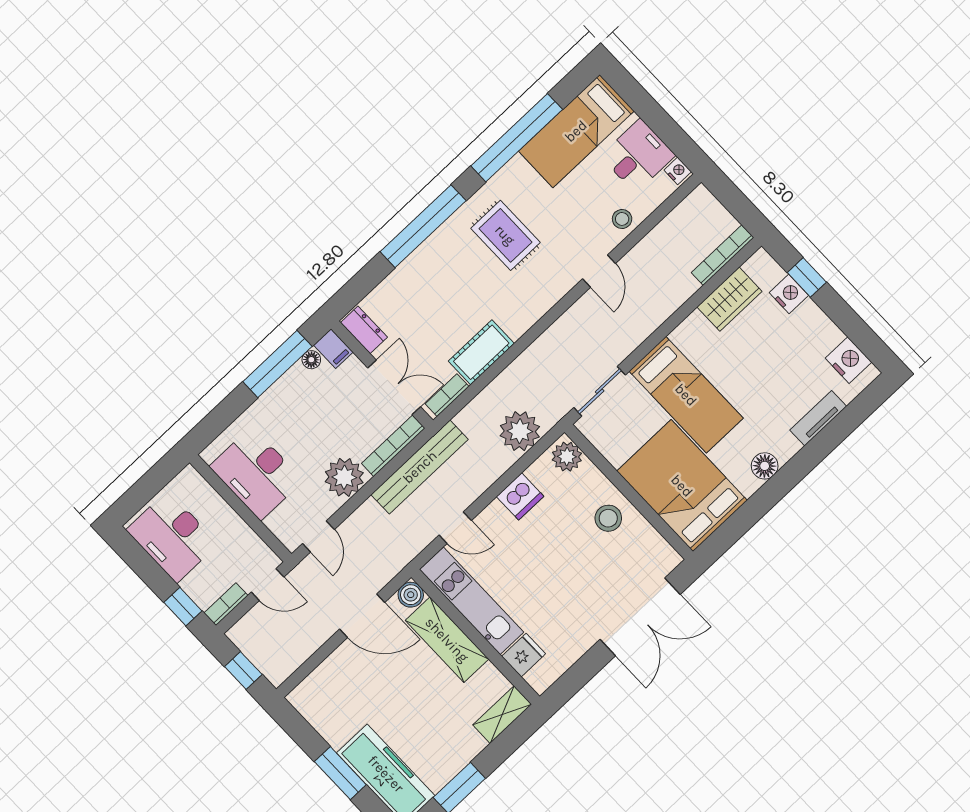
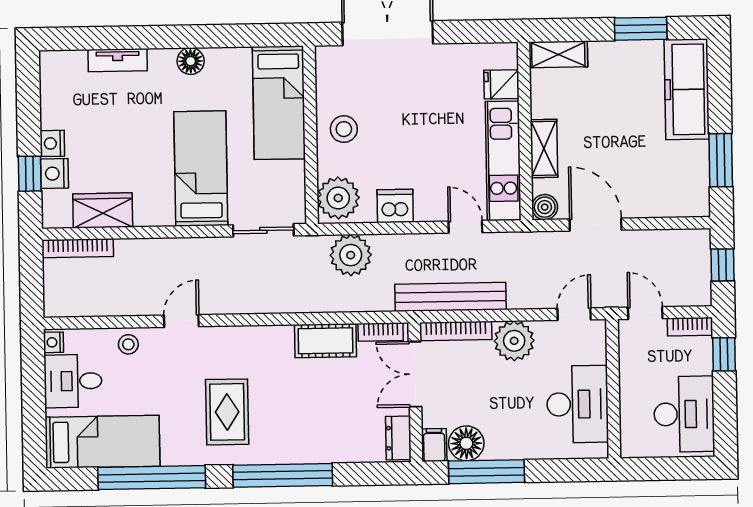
floor lamp: (311, 360) -> (466, 443), width x1.89, depth x1.89
nightstand: (848, 360) -> (52, 143), moved, width x0.74, depth x0.75
plant: (567, 457) -> (338, 198), width x1.36, depth x1.36
bed: (682, 486) -> (279, 103), width x0.67
shelving: (447, 640) -> (544, 148), width x0.67, depth x0.75
window: (340, 773) -> (721, 160), moved

